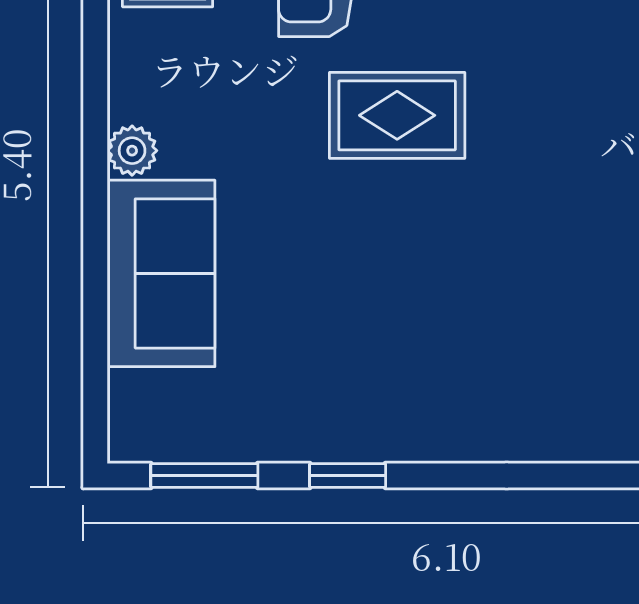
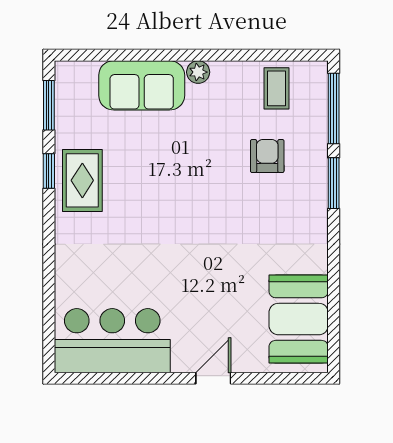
rug: (397, 115) -> (82, 180), moved

